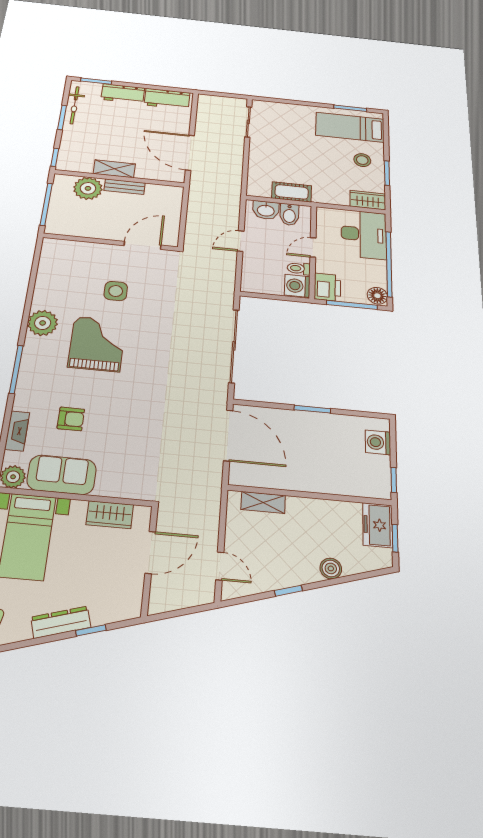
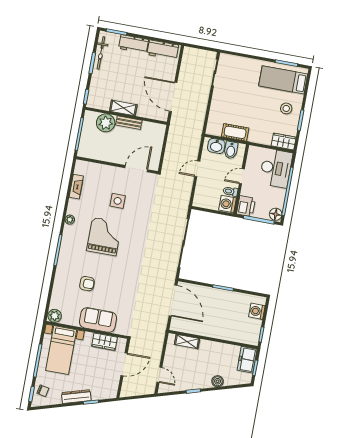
plant: (43, 323) -> (70, 220), width x0.53, depth x0.53
fireplace: (17, 431) -> (76, 187), moved
sofa: (62, 475) -> (98, 320), moved

